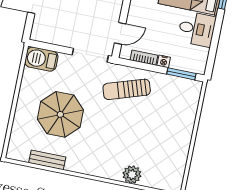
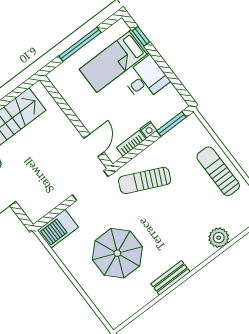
sun lounger: (127, 89) -> (145, 180), turned 43
sun lounger: (177, 134) -> (218, 171), added
bench: (47, 160) -> (170, 278), moved

